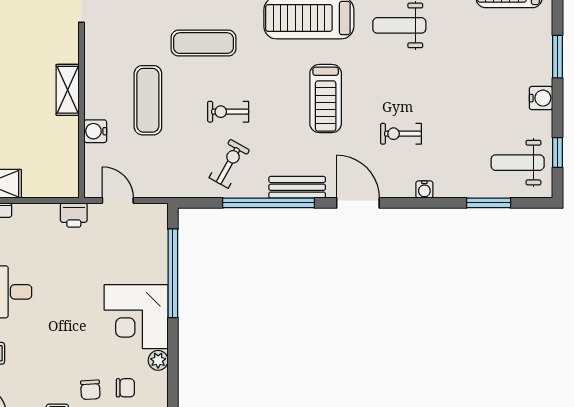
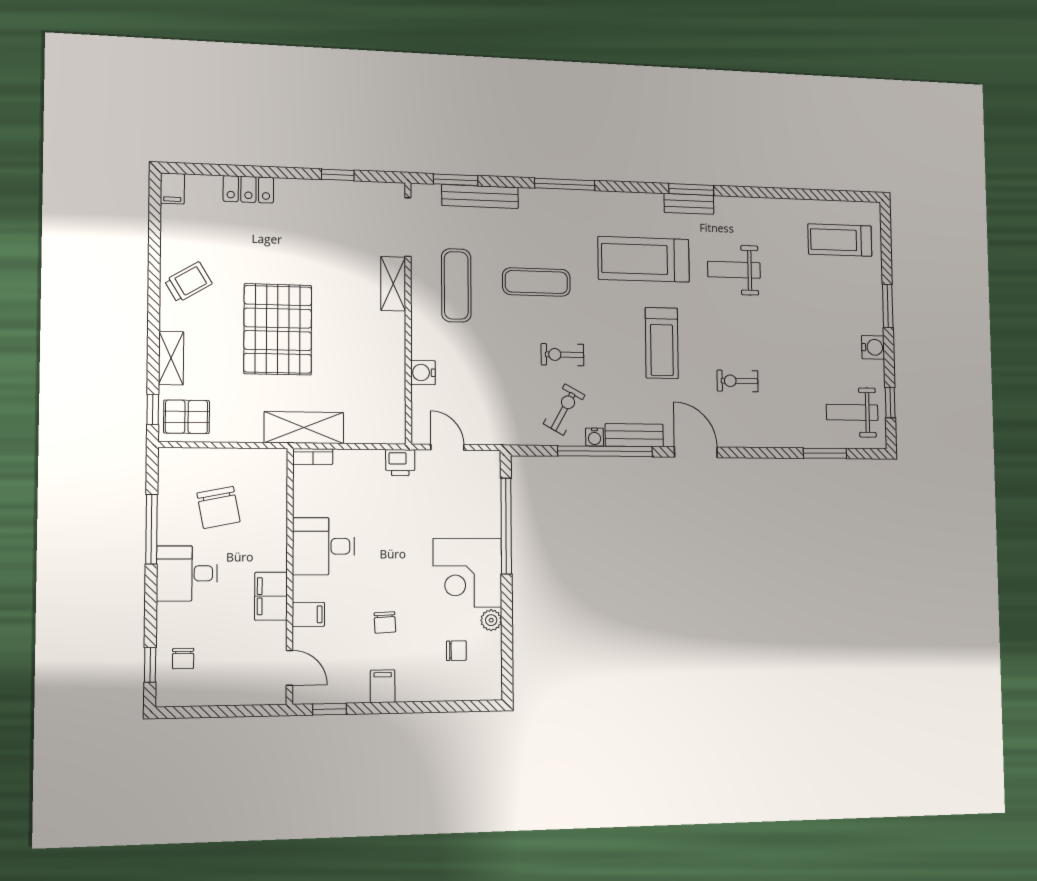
shelving: (68, 90) -> (393, 284), moved
exercise mat: (148, 100) -> (456, 285), moved
water cooler: (424, 189) -> (595, 437), moved
chair: (90, 390) -> (385, 622), moved

